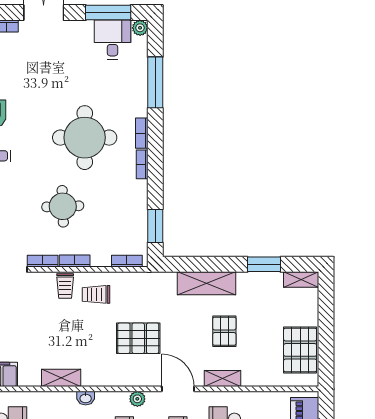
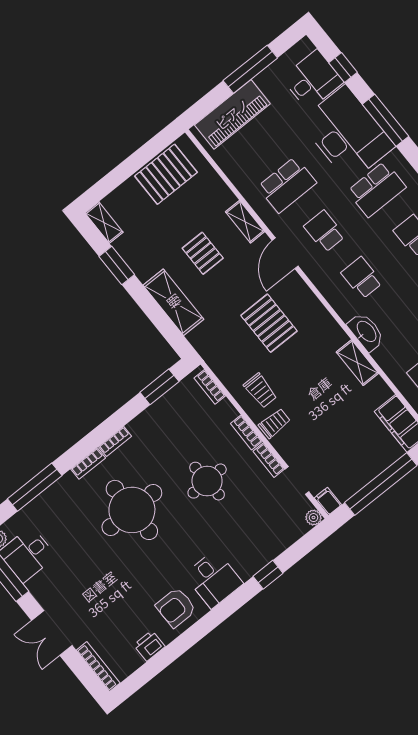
pallet: (224, 331) -> (203, 253), turned 90
washbasin: (86, 398) -> (366, 332), width x1.91, depth x1.45
plant: (137, 399) -> (322, 282), removed

